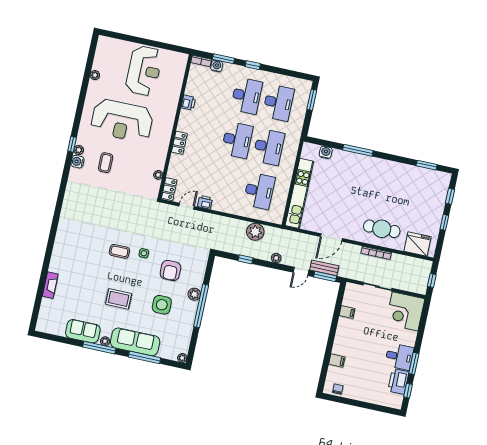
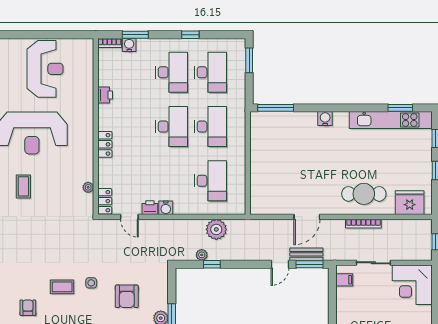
window: (253, 65) -> (190, 35), moved
window: (358, 150) -> (276, 108), moved
water cooler: (326, 152) -> (325, 119), moved
kitchen unit: (299, 193) -> (391, 120), moved, turned 90
water cooler: (218, 205) -> (166, 208), added
door: (187, 206) -> (129, 217), swing flipped
plant: (276, 258) -> (202, 255), moved
armchair: (88, 262) -> (28, 308), added
filing cabinet: (347, 312) -> (344, 280), moved

